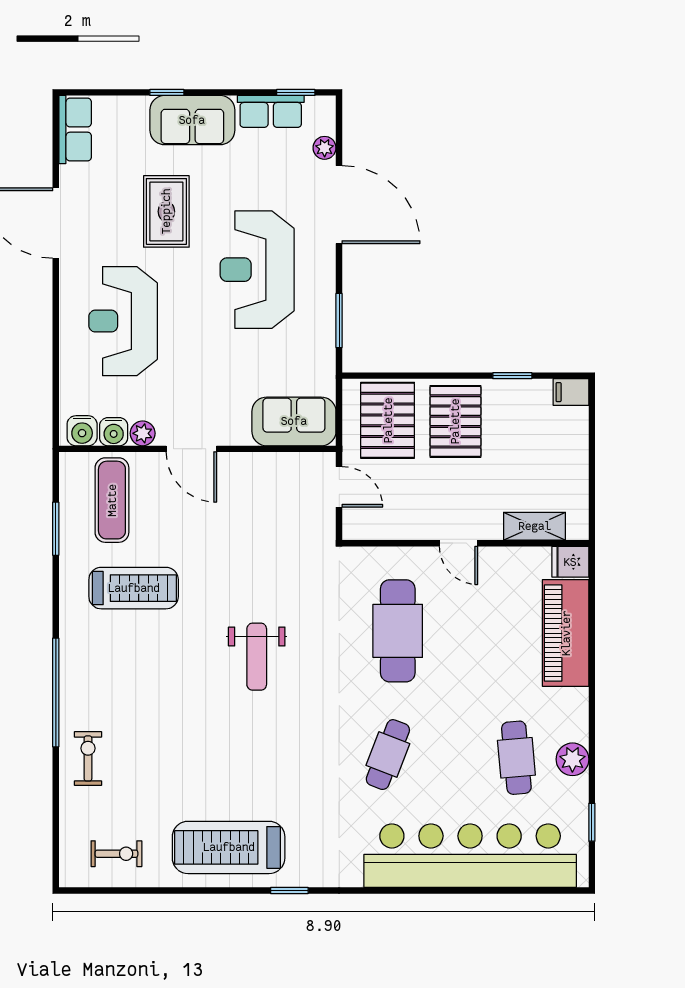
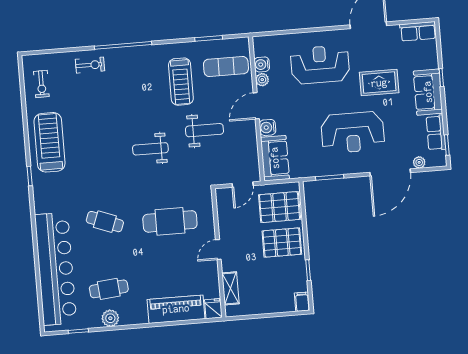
reception desk: (257, 270) -> (353, 132), turned 180
water cooler: (82, 431) -> (267, 127), moved
weight bench: (230, 551) -> (204, 130), added

